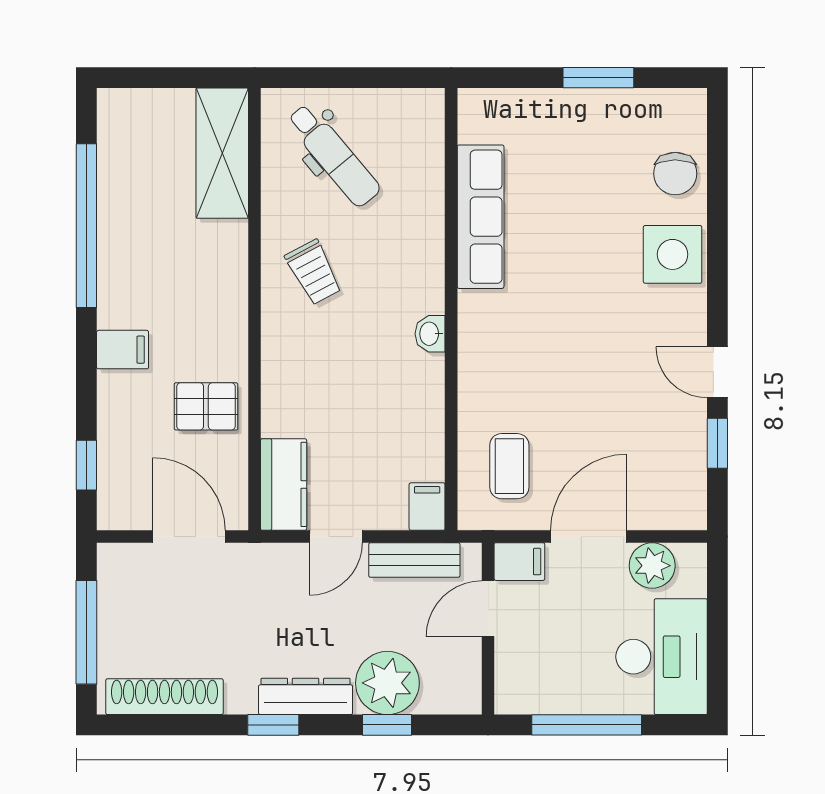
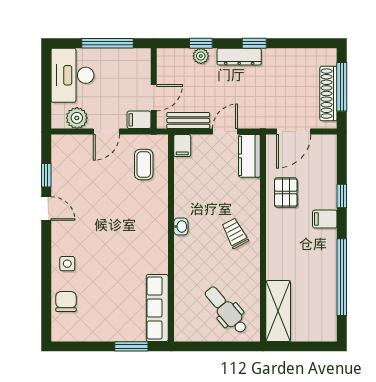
window: (598, 78) -> (131, 346), moved
row of seats: (481, 217) -> (157, 308), moved
side table: (673, 254) -> (67, 264), width x0.54, depth x0.54
trolley: (314, 272) -> (235, 233), moved
pallet: (206, 406) -> (286, 192), turned 90
window: (86, 465) -> (342, 196), moved
door: (189, 536) -> (294, 132), hinge flipped
door: (589, 536) -> (106, 132), width x0.73
plant: (387, 683) -> (201, 56), width x0.53, depth x0.53
shoe rack: (164, 697) -> (328, 94), moved, turned 90

